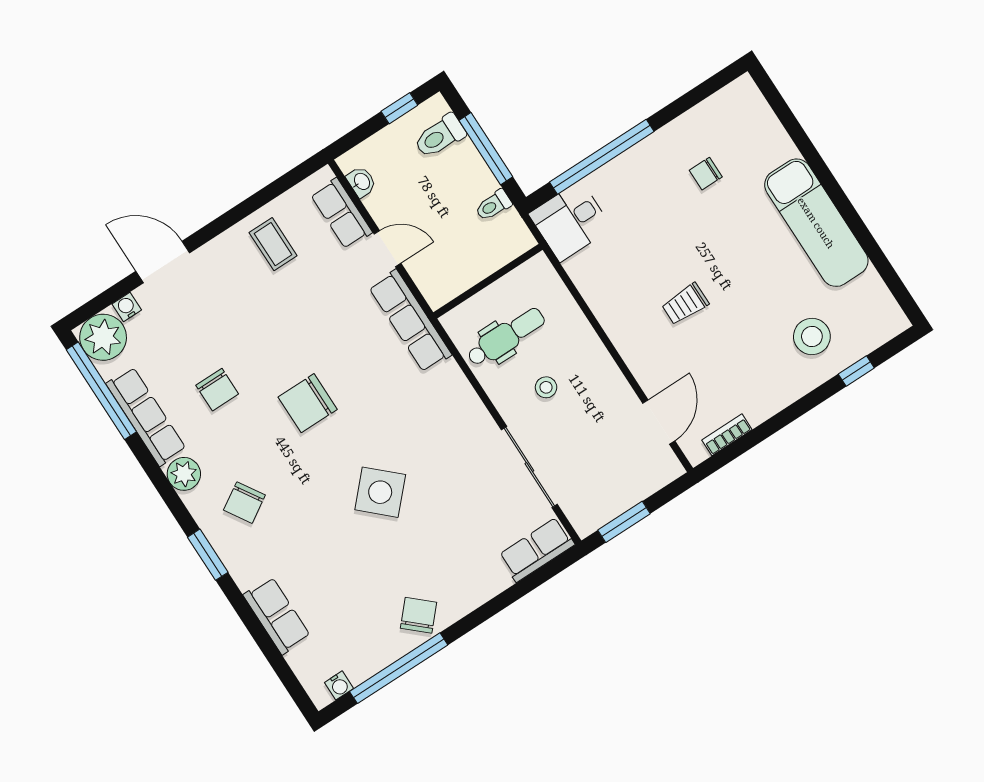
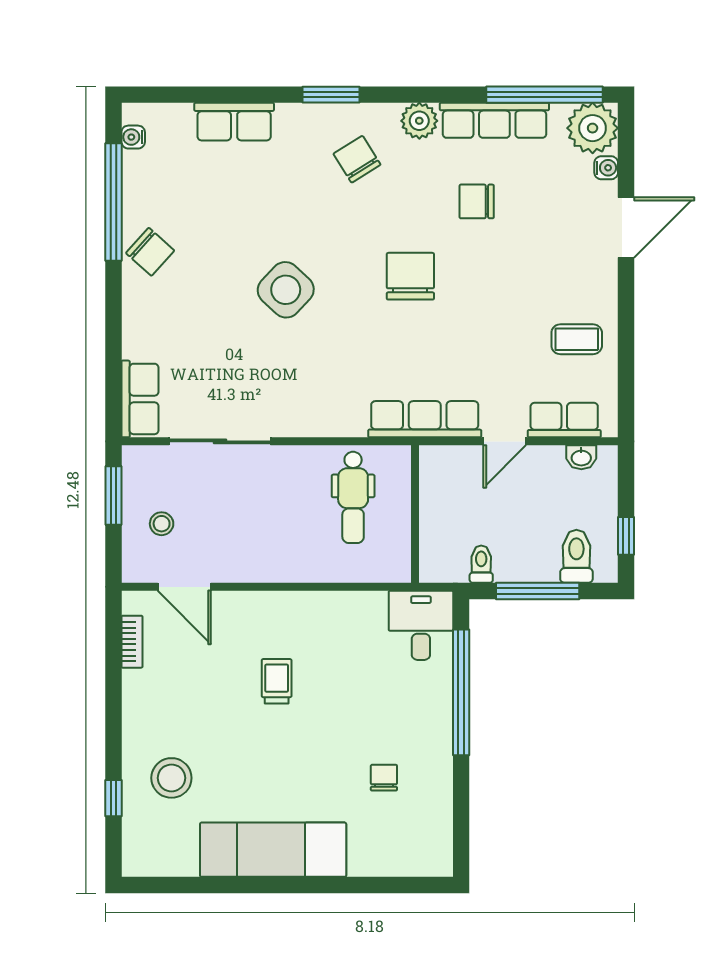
stool: (546, 387) -> (162, 524), moved

